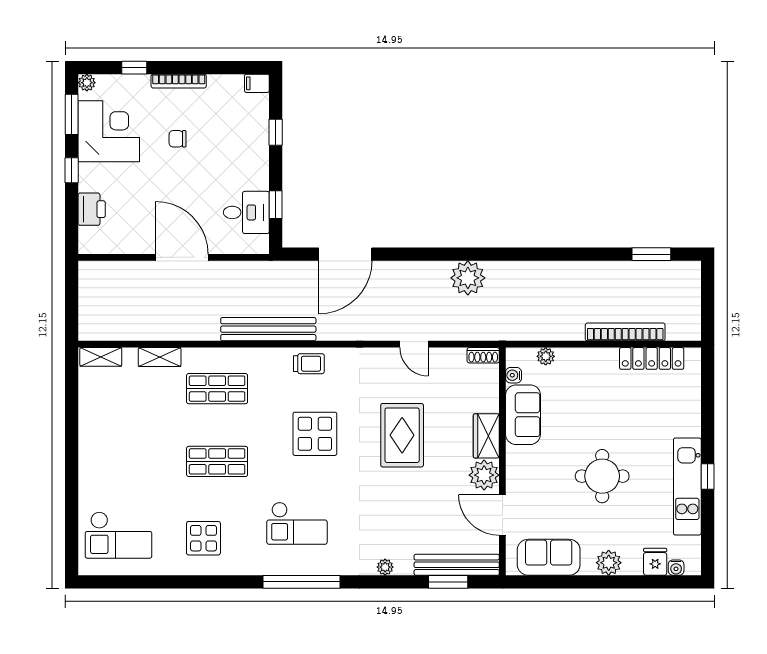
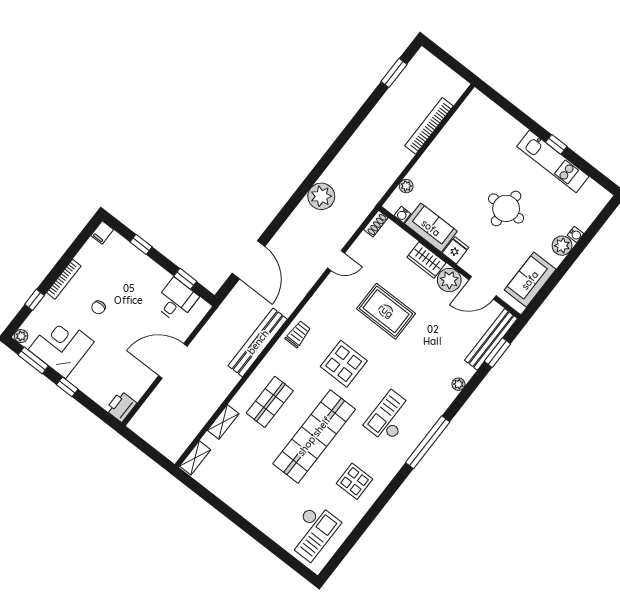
printer: (92, 209) -> (121, 406), moved, turned -90
locker: (652, 358) -> (458, 122), removed
shop shelf: (217, 461) -> (314, 436), width x2.00, depth x1.36
checkout: (297, 523) -> (390, 417), turned 180
fridge: (655, 562) -> (456, 250), moved, turned 90
water cooler: (676, 568) -> (575, 234), moved

